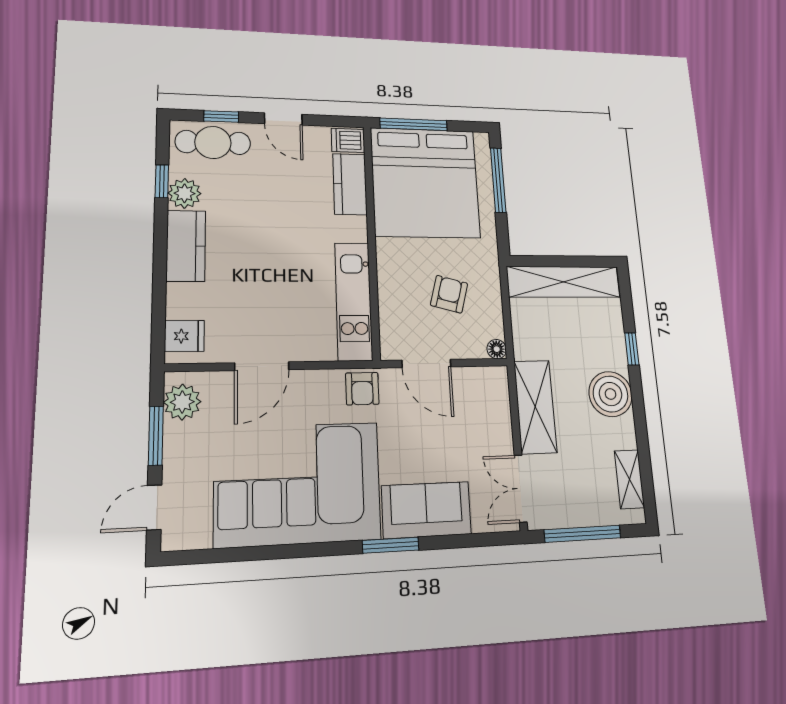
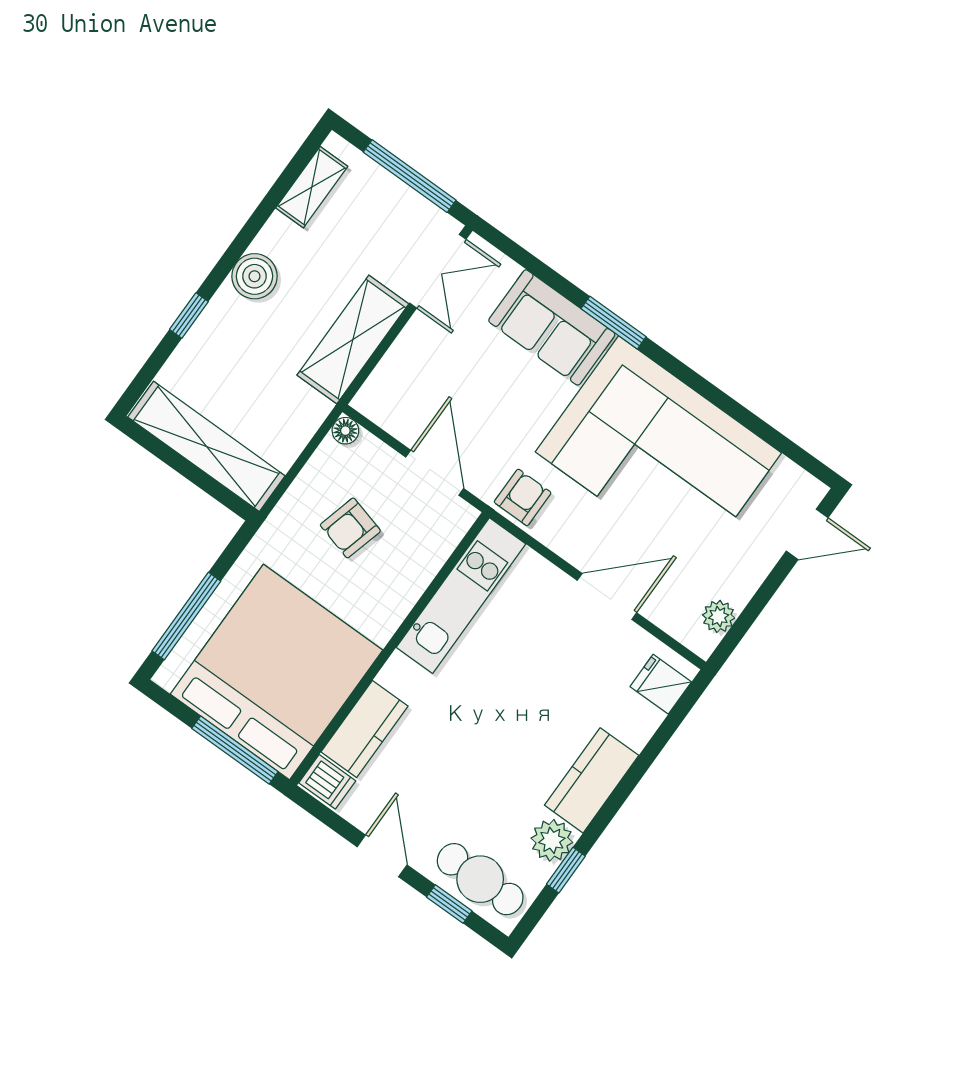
boiler: (611, 394) -> (255, 276), width x0.73, depth x0.73
plant: (182, 402) -> (719, 616), width x0.73, depth x0.73
window: (156, 436) -> (758, 603), removed

